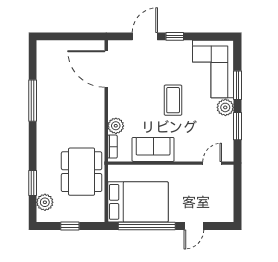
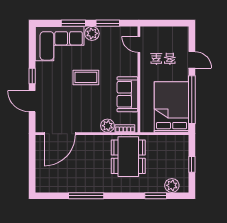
dining table: (82, 172) -> (128, 157), moved, turned 90

